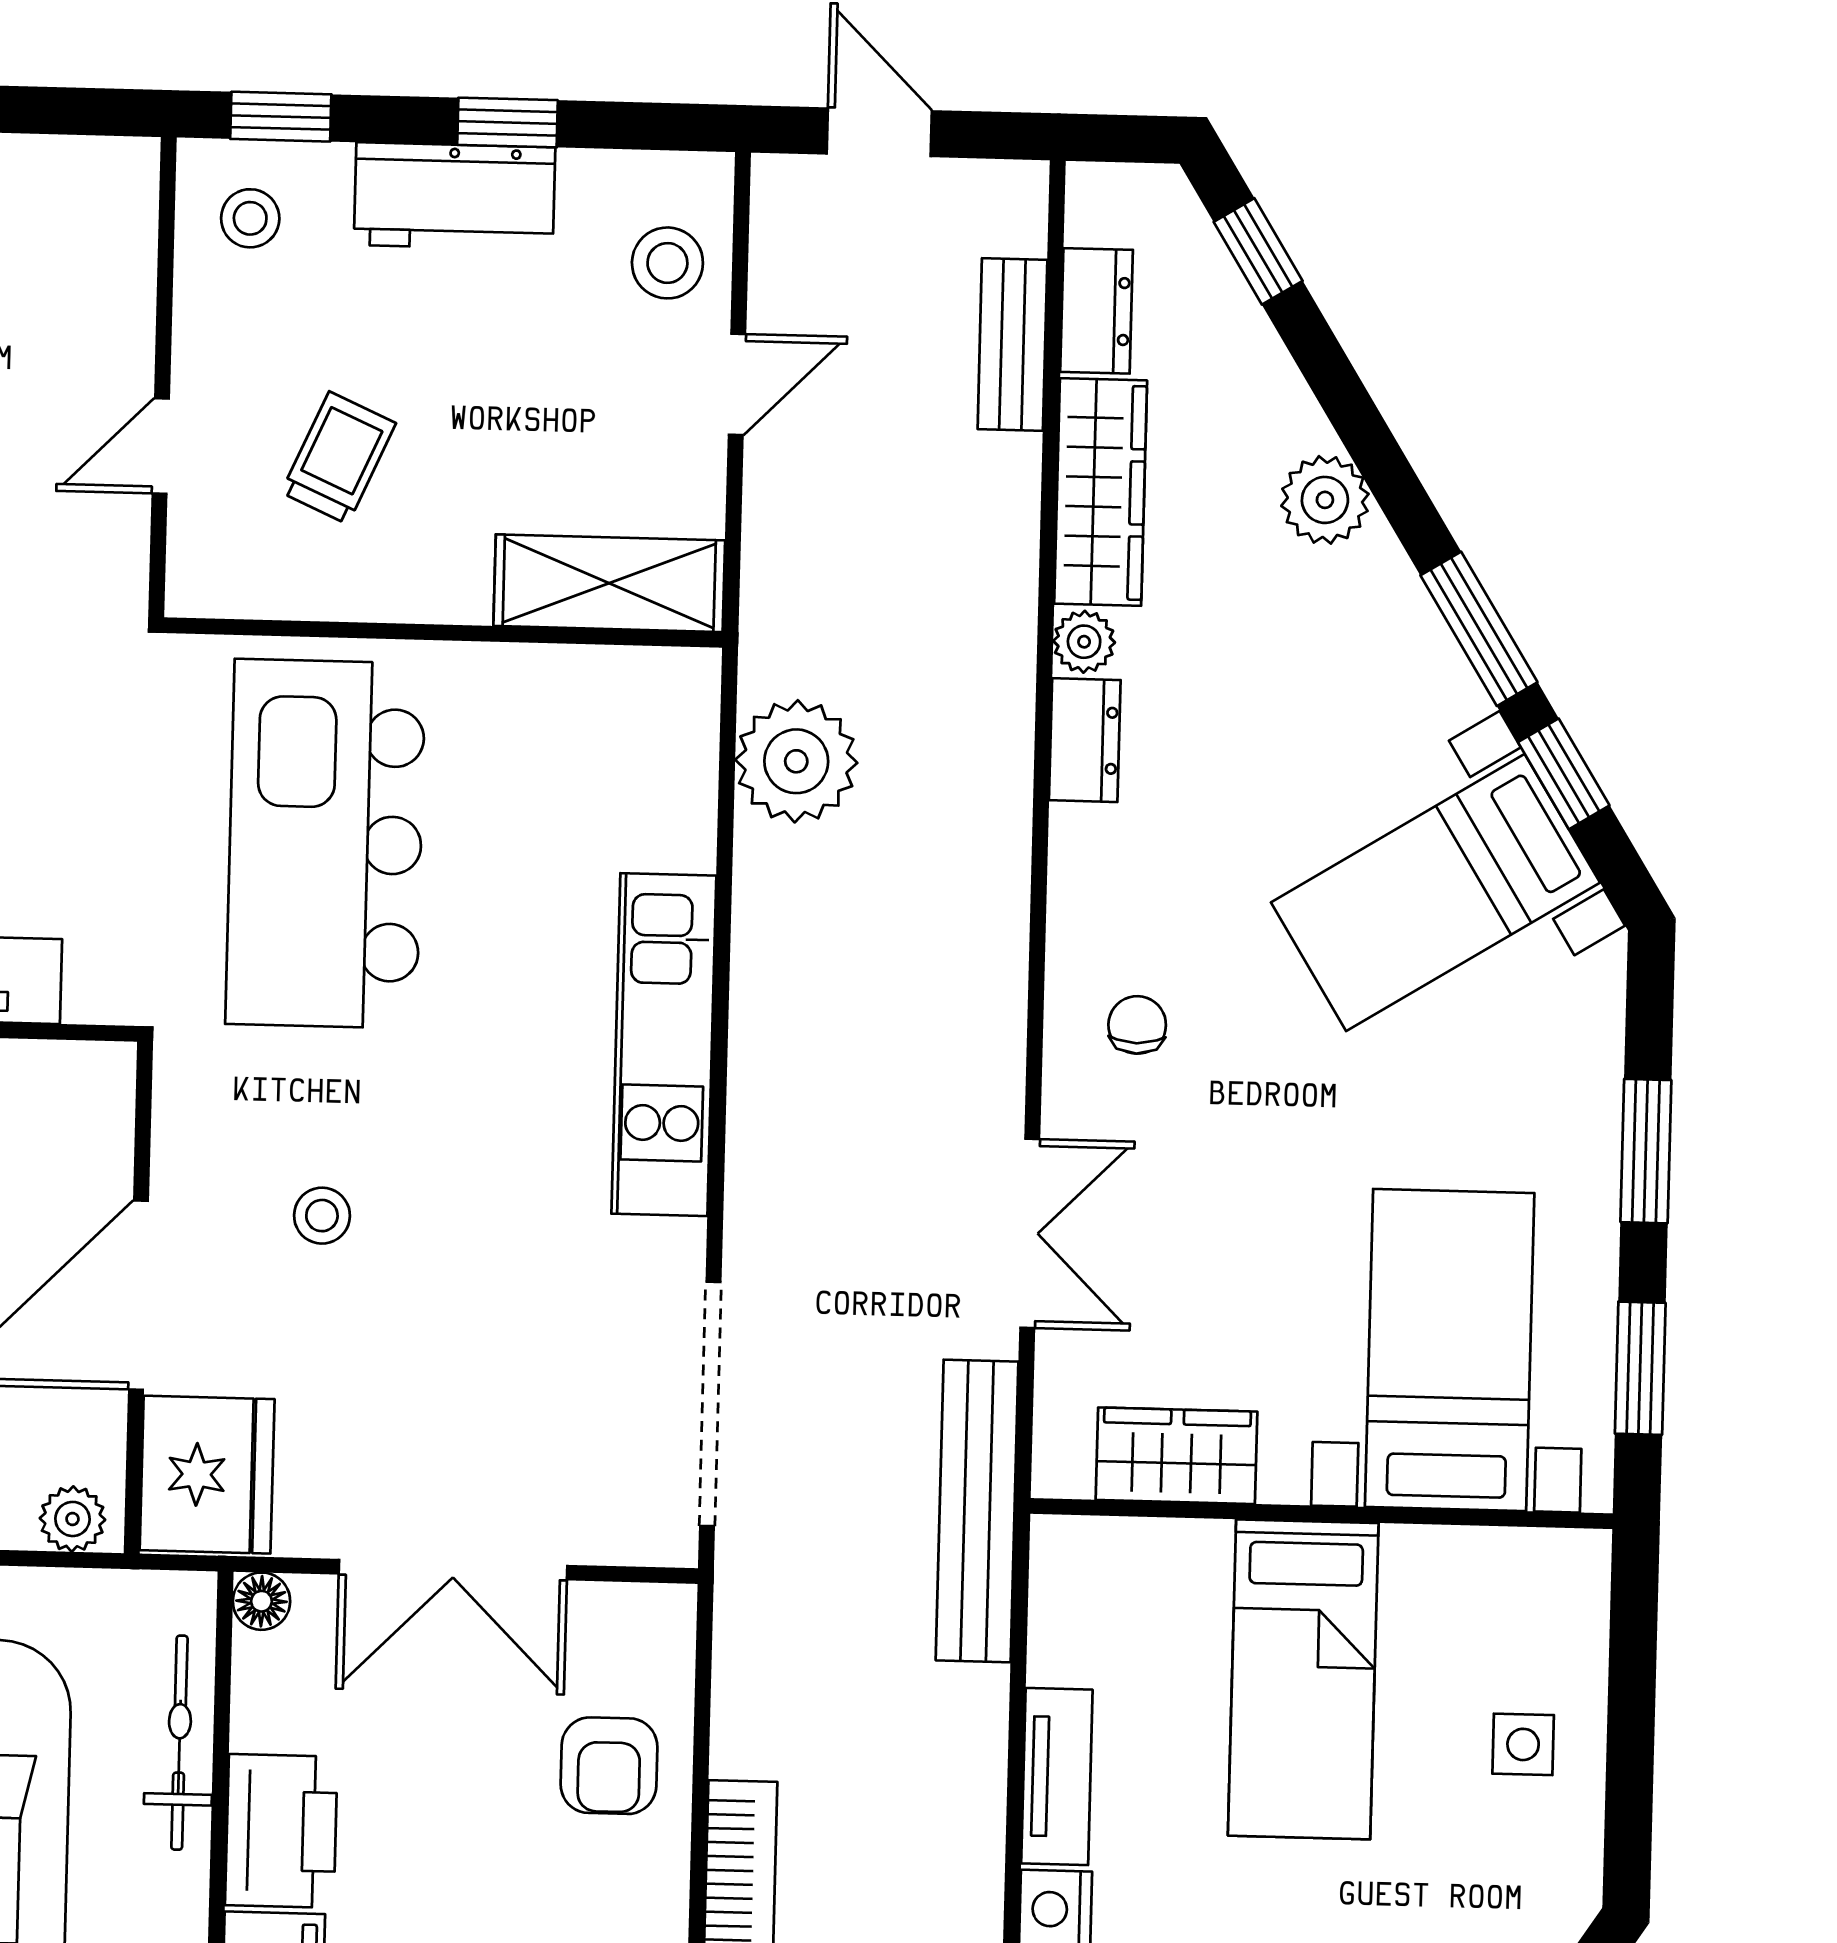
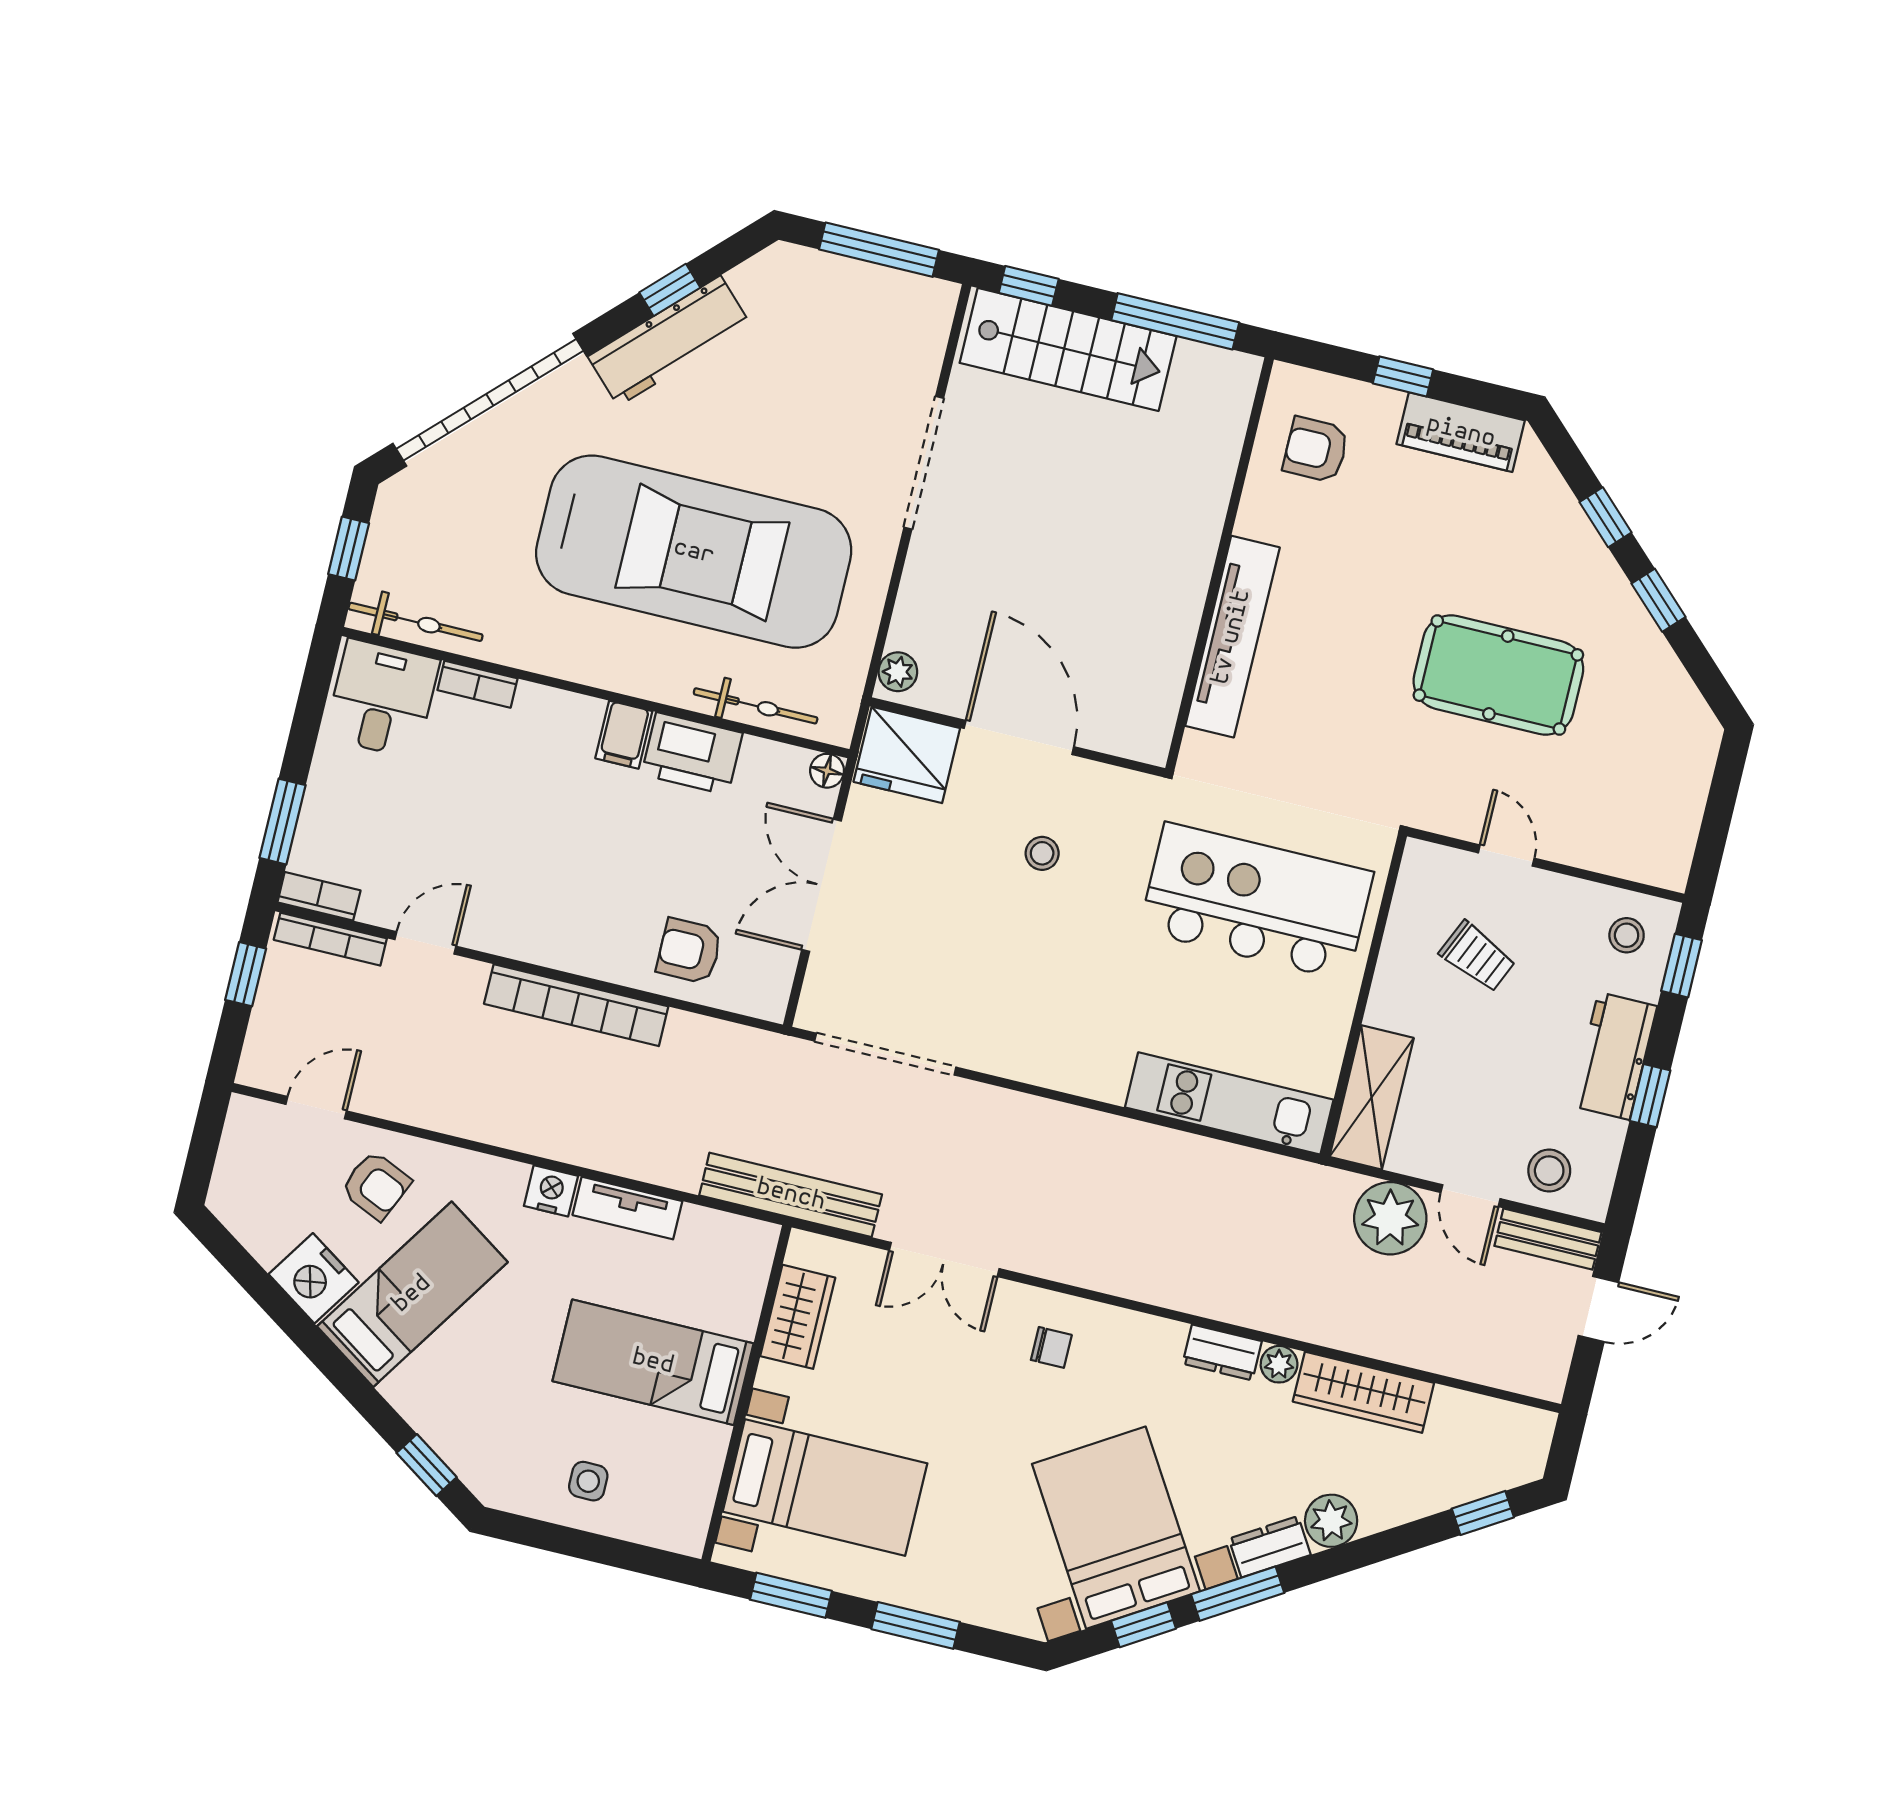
dresser: (1097, 311) -> (1270, 1547), moved, turned 148
bench: (1012, 344) -> (1548, 1239), moved
plant: (796, 761) -> (1390, 1218), moved
bed with nightstands: (1435, 893) -> (1116, 1528), width x1.36
kitchen unit: (664, 1045) -> (1229, 1103), moved

